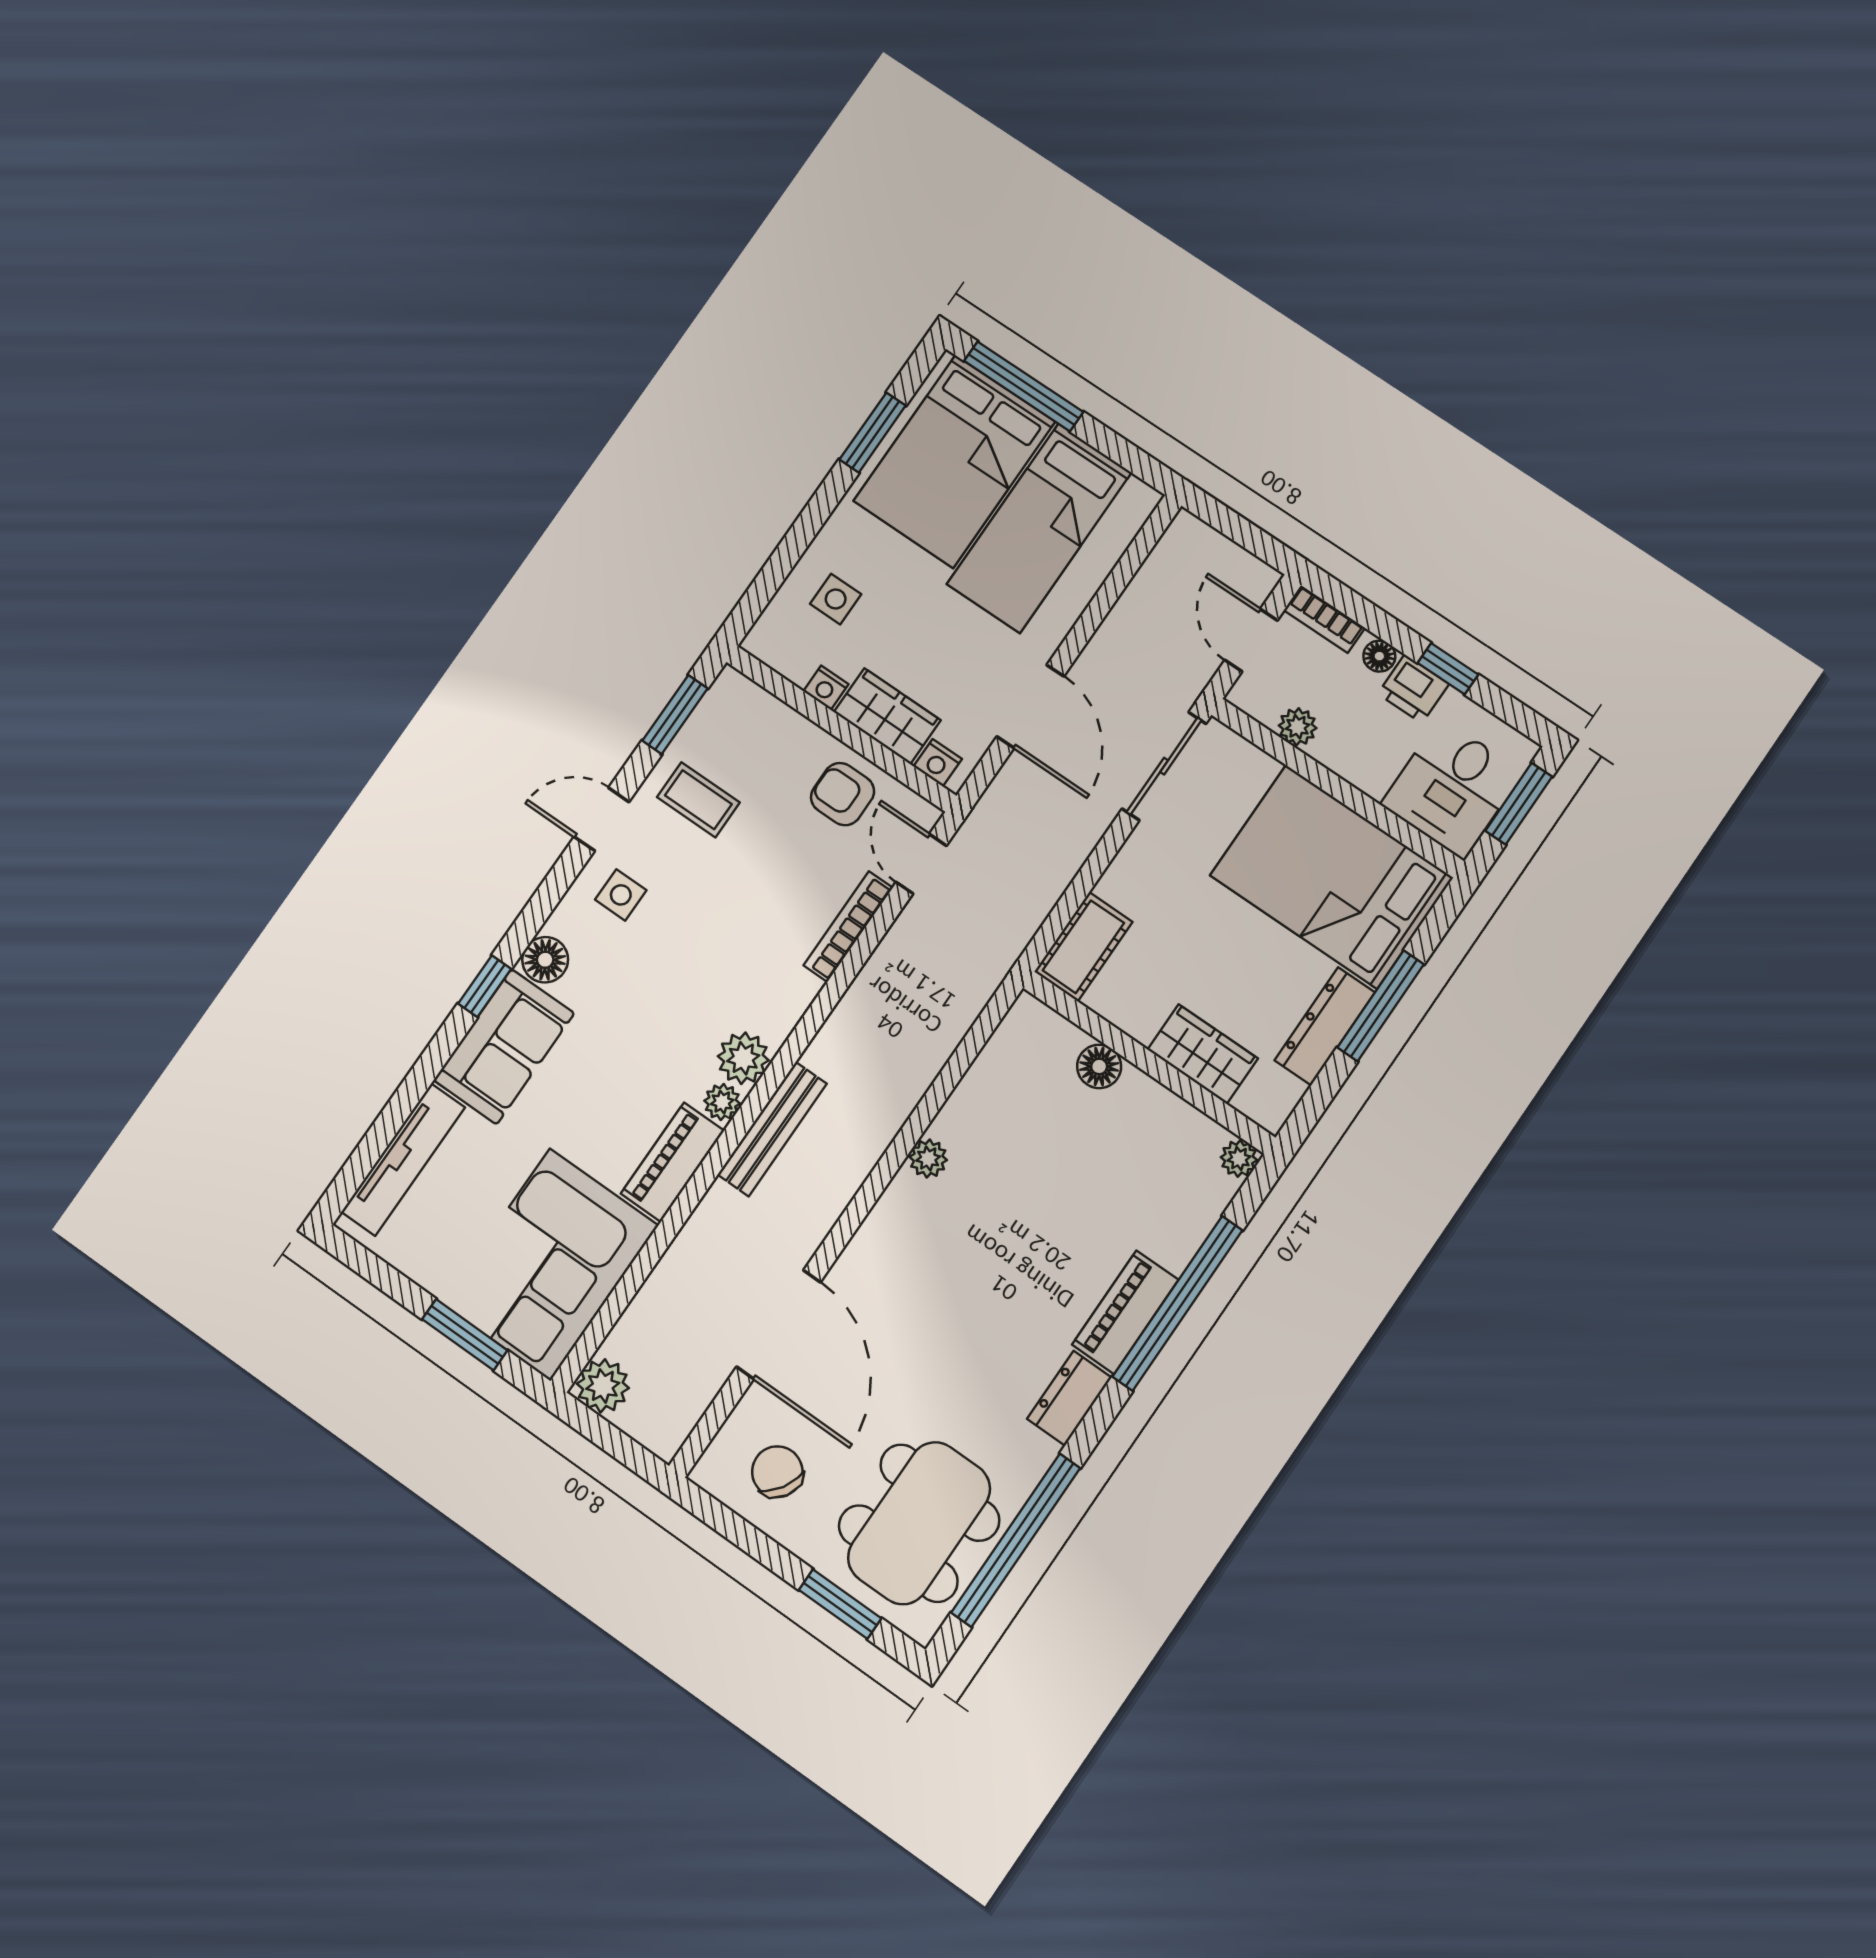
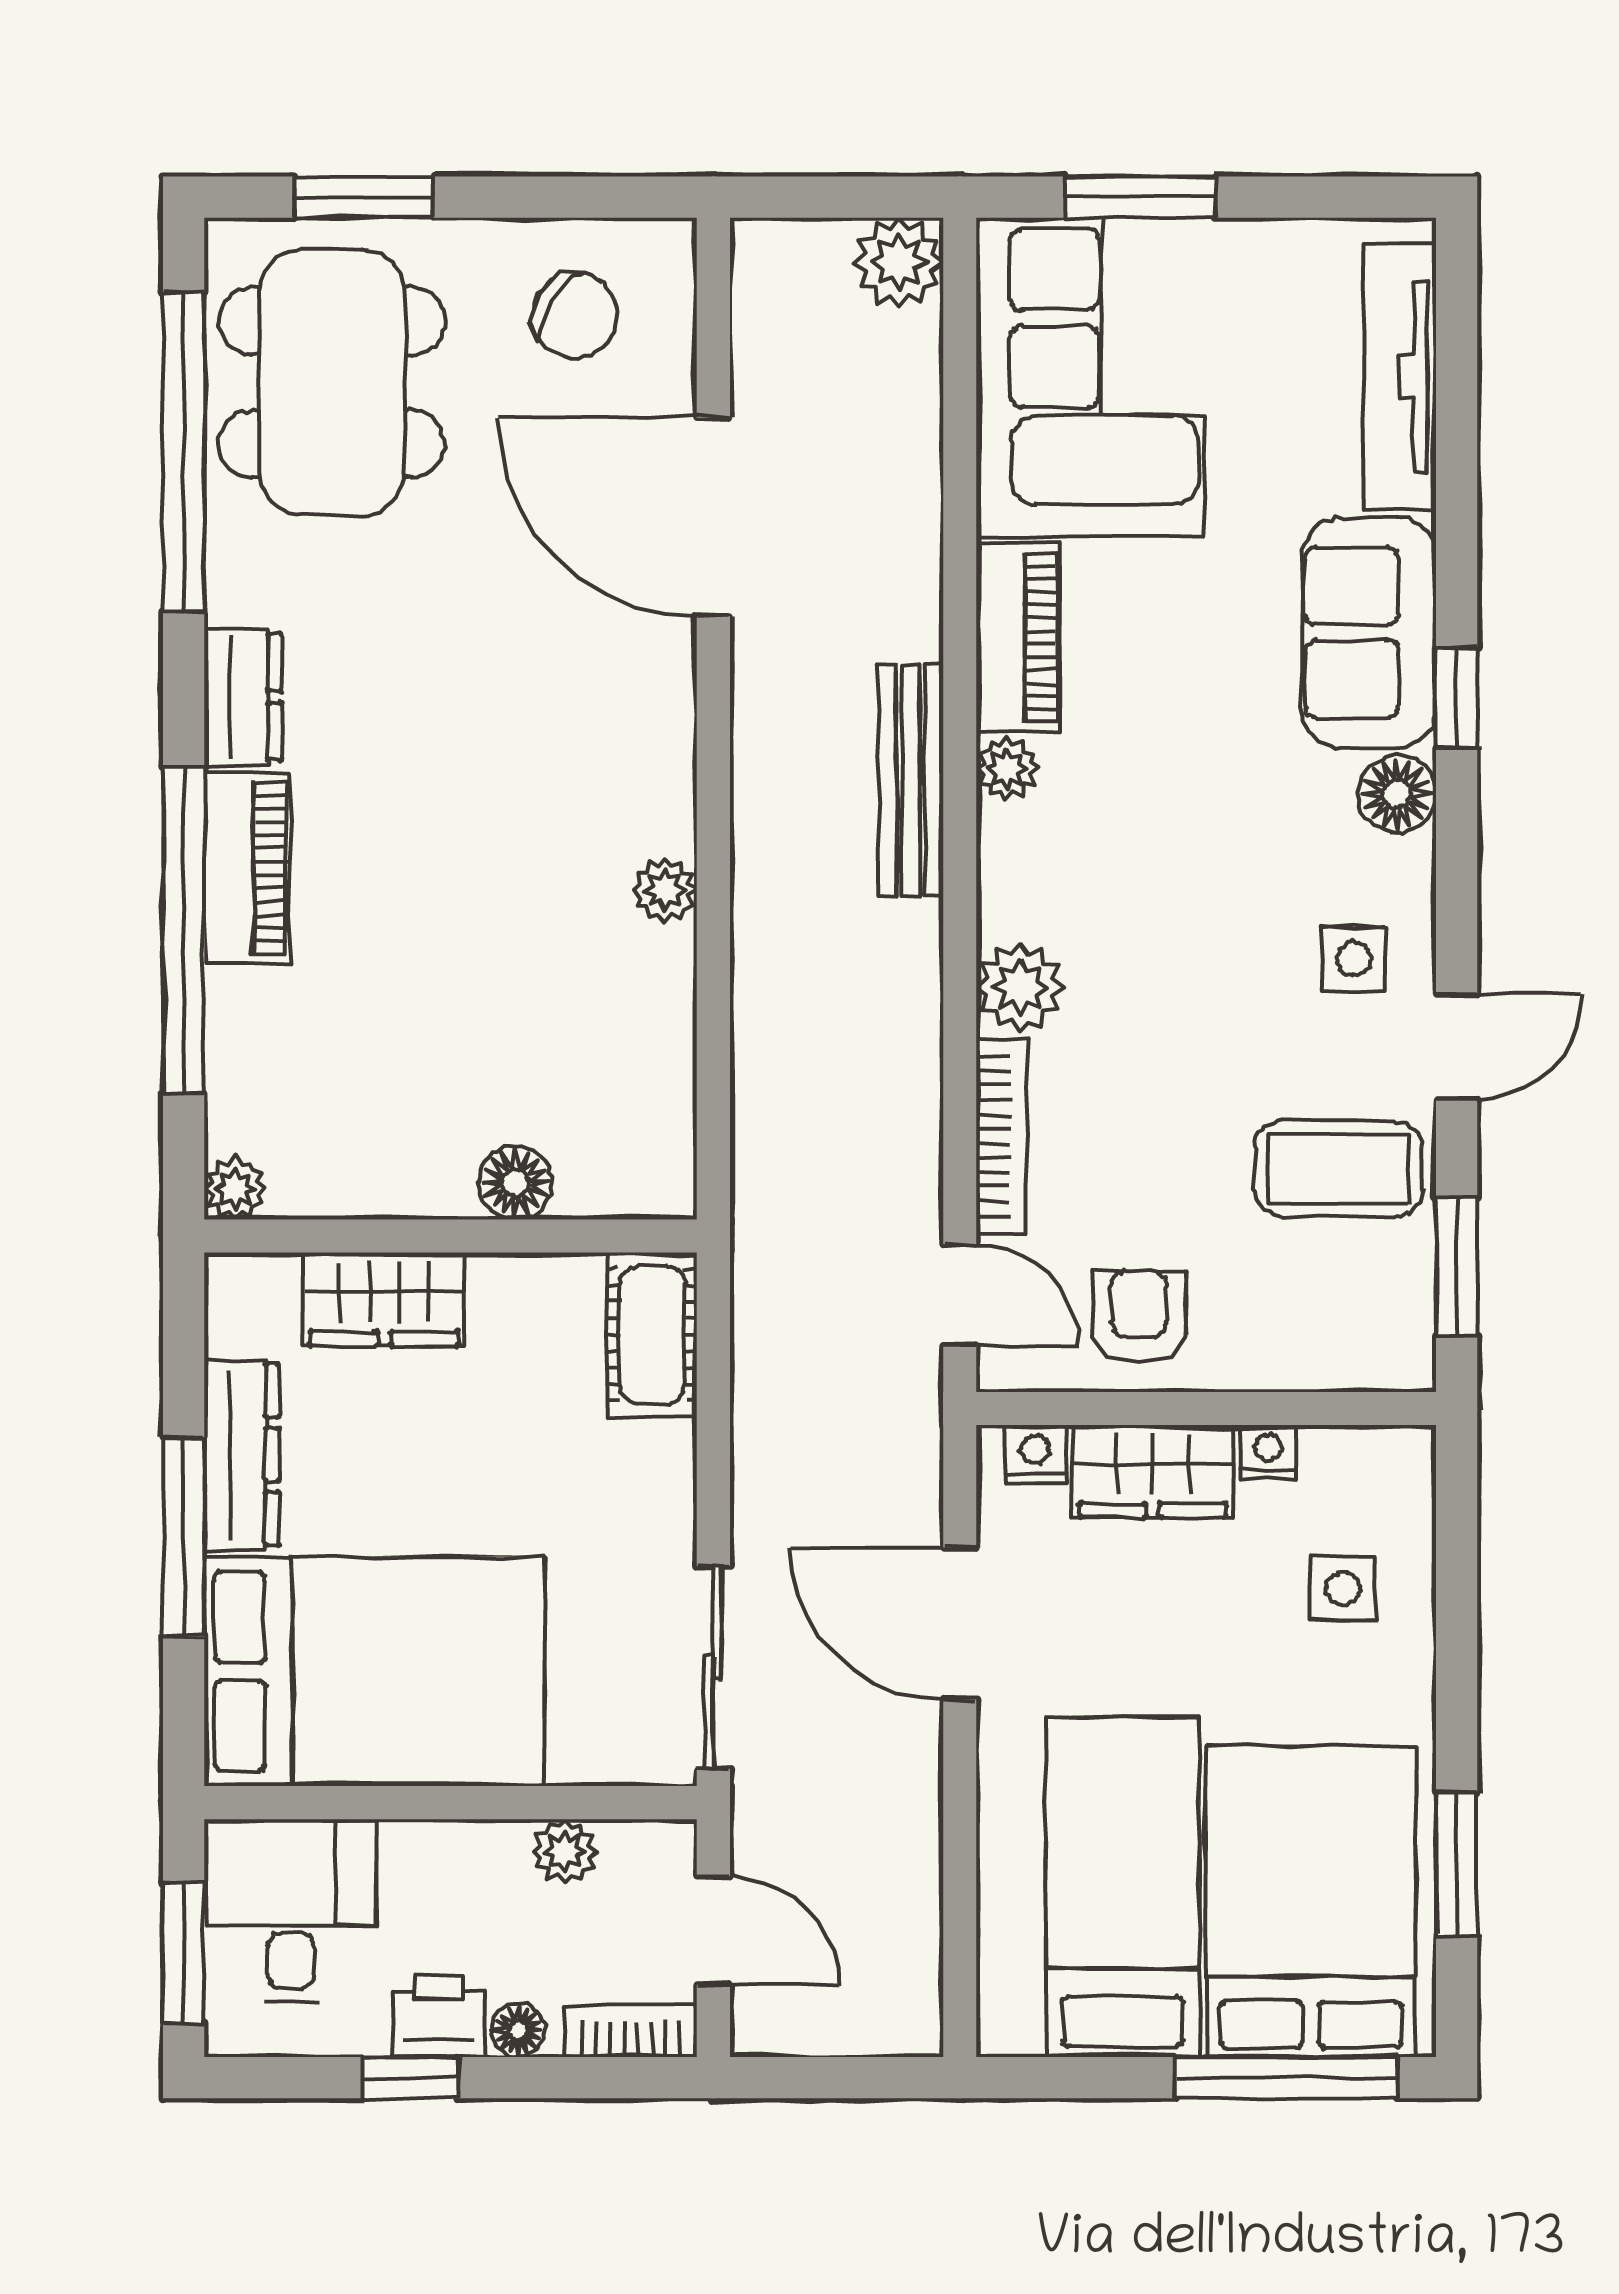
armchair: (843, 794) -> (1139, 1317), turned -90
coffee table: (698, 800) -> (1338, 1169), width x1.36, depth x1.30
plant: (743, 1058) -> (1020, 988), moved

